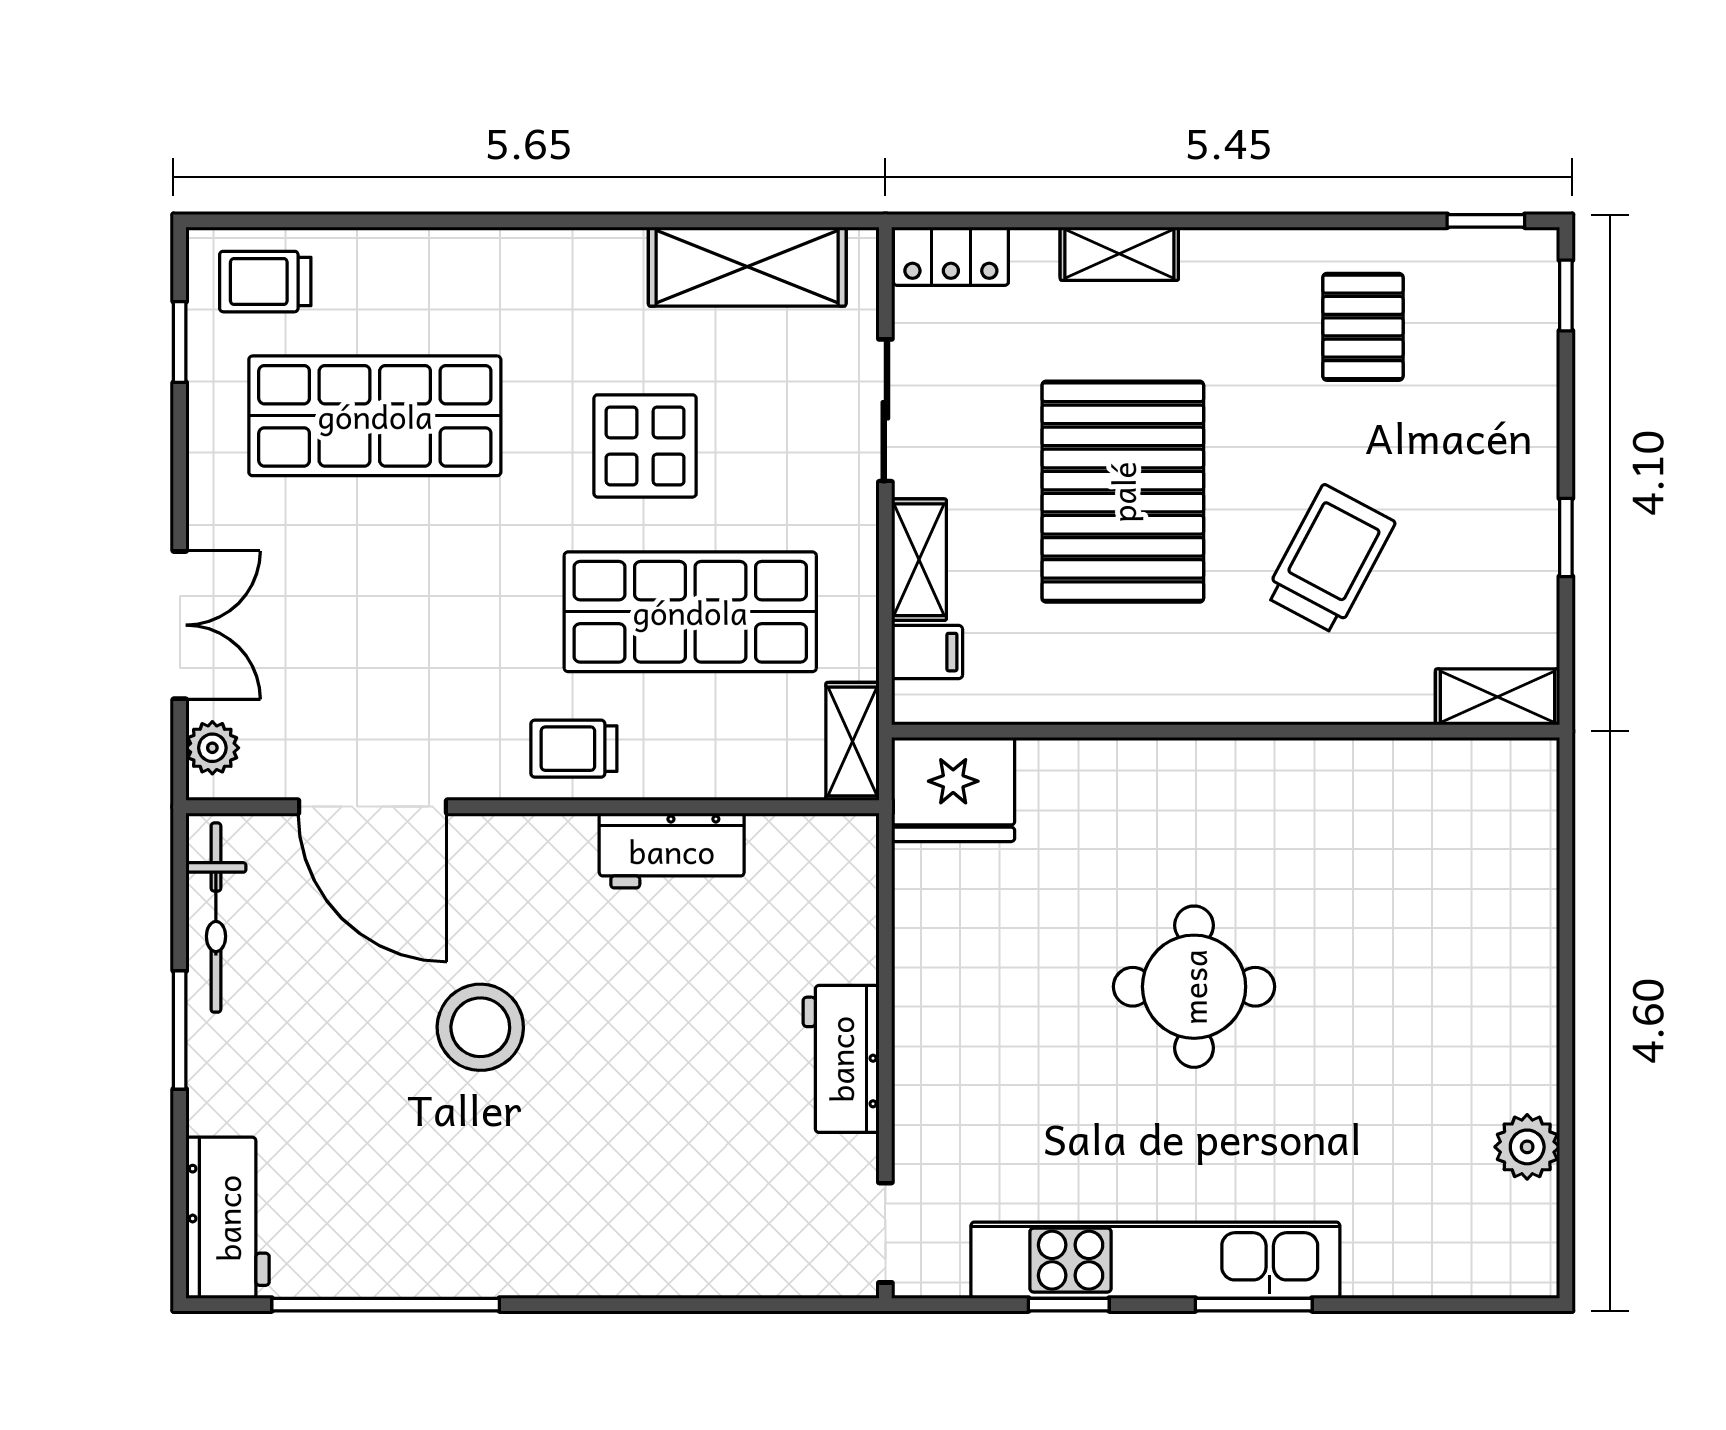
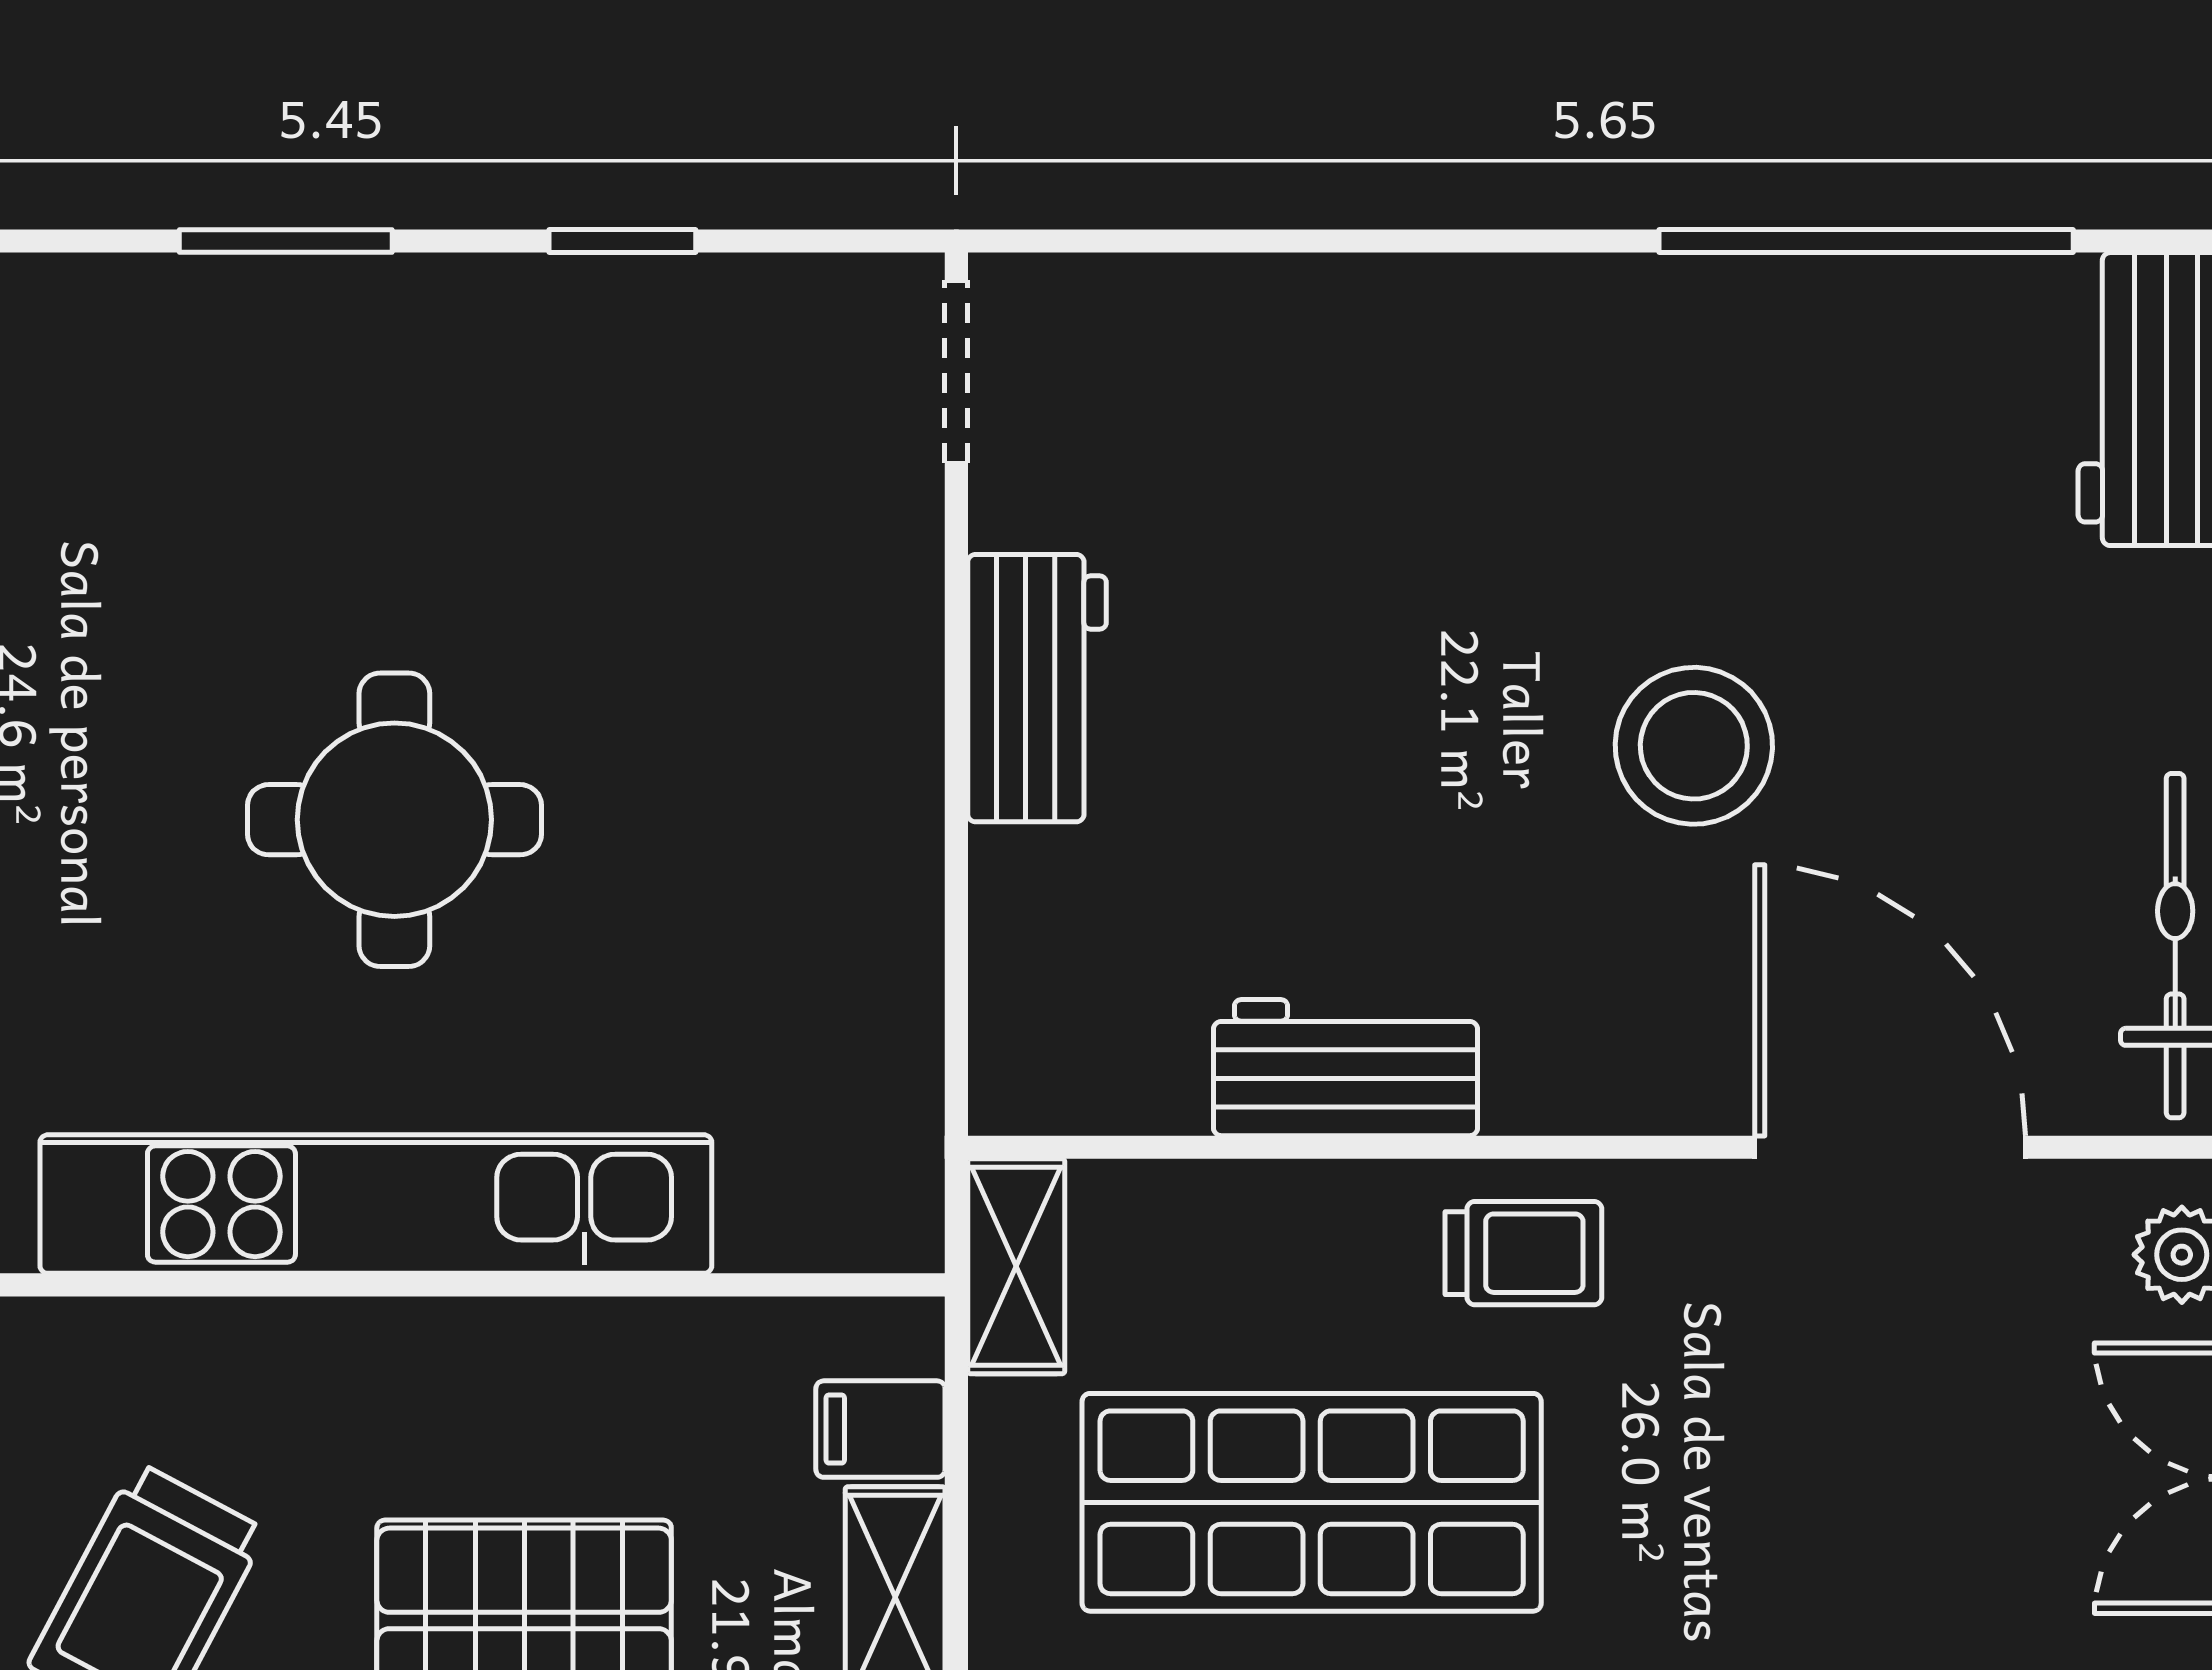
fridge: (953, 790) -> (833, 1179), removed
kitchen unit: (1155, 1260) -> (376, 1204), moved, turned 180

